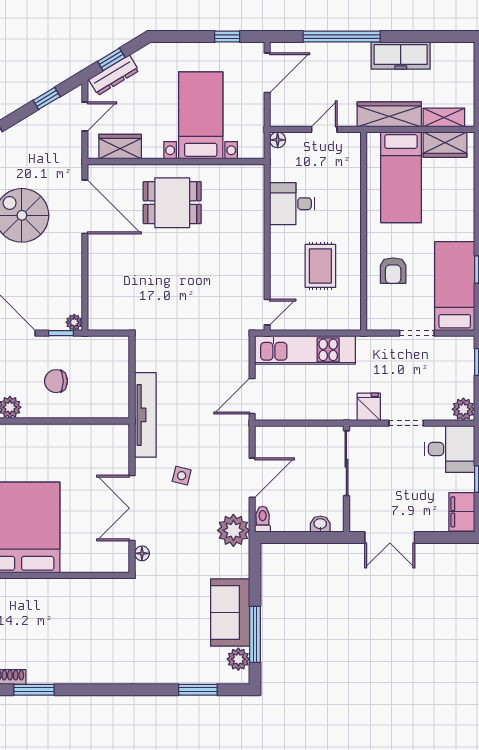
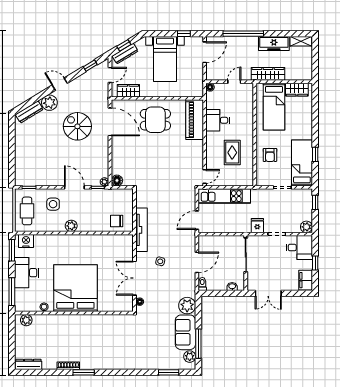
bed with nightstands: (201, 115) -> (165, 59), moved, turned 180
shelving: (444, 117) -> (301, 41), moved
piano: (248, 202) -> (195, 120), added
floor lamp: (98, 320) -> (117, 180), added
chair: (56, 381) -> (117, 221), moved
plant: (233, 530) -> (187, 306), moved

